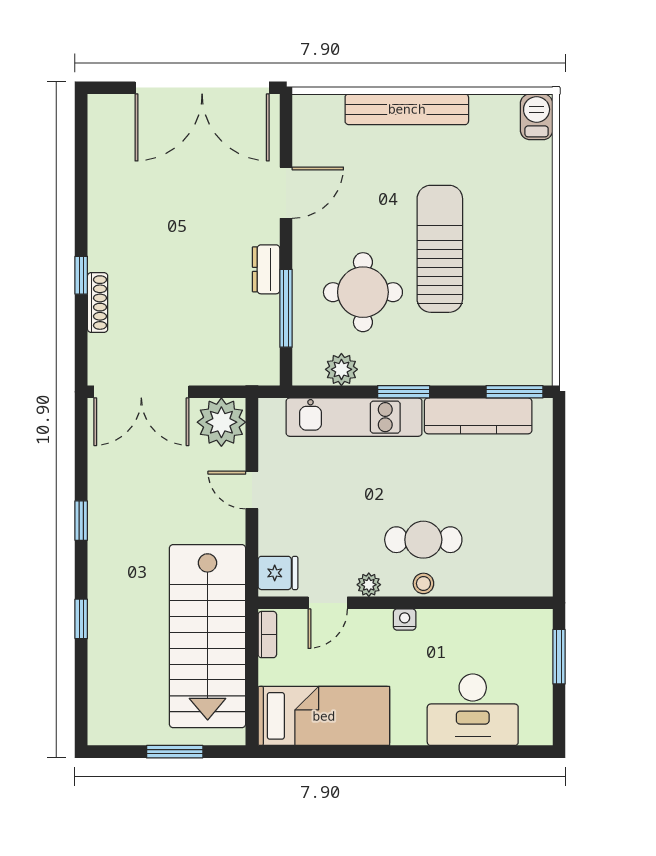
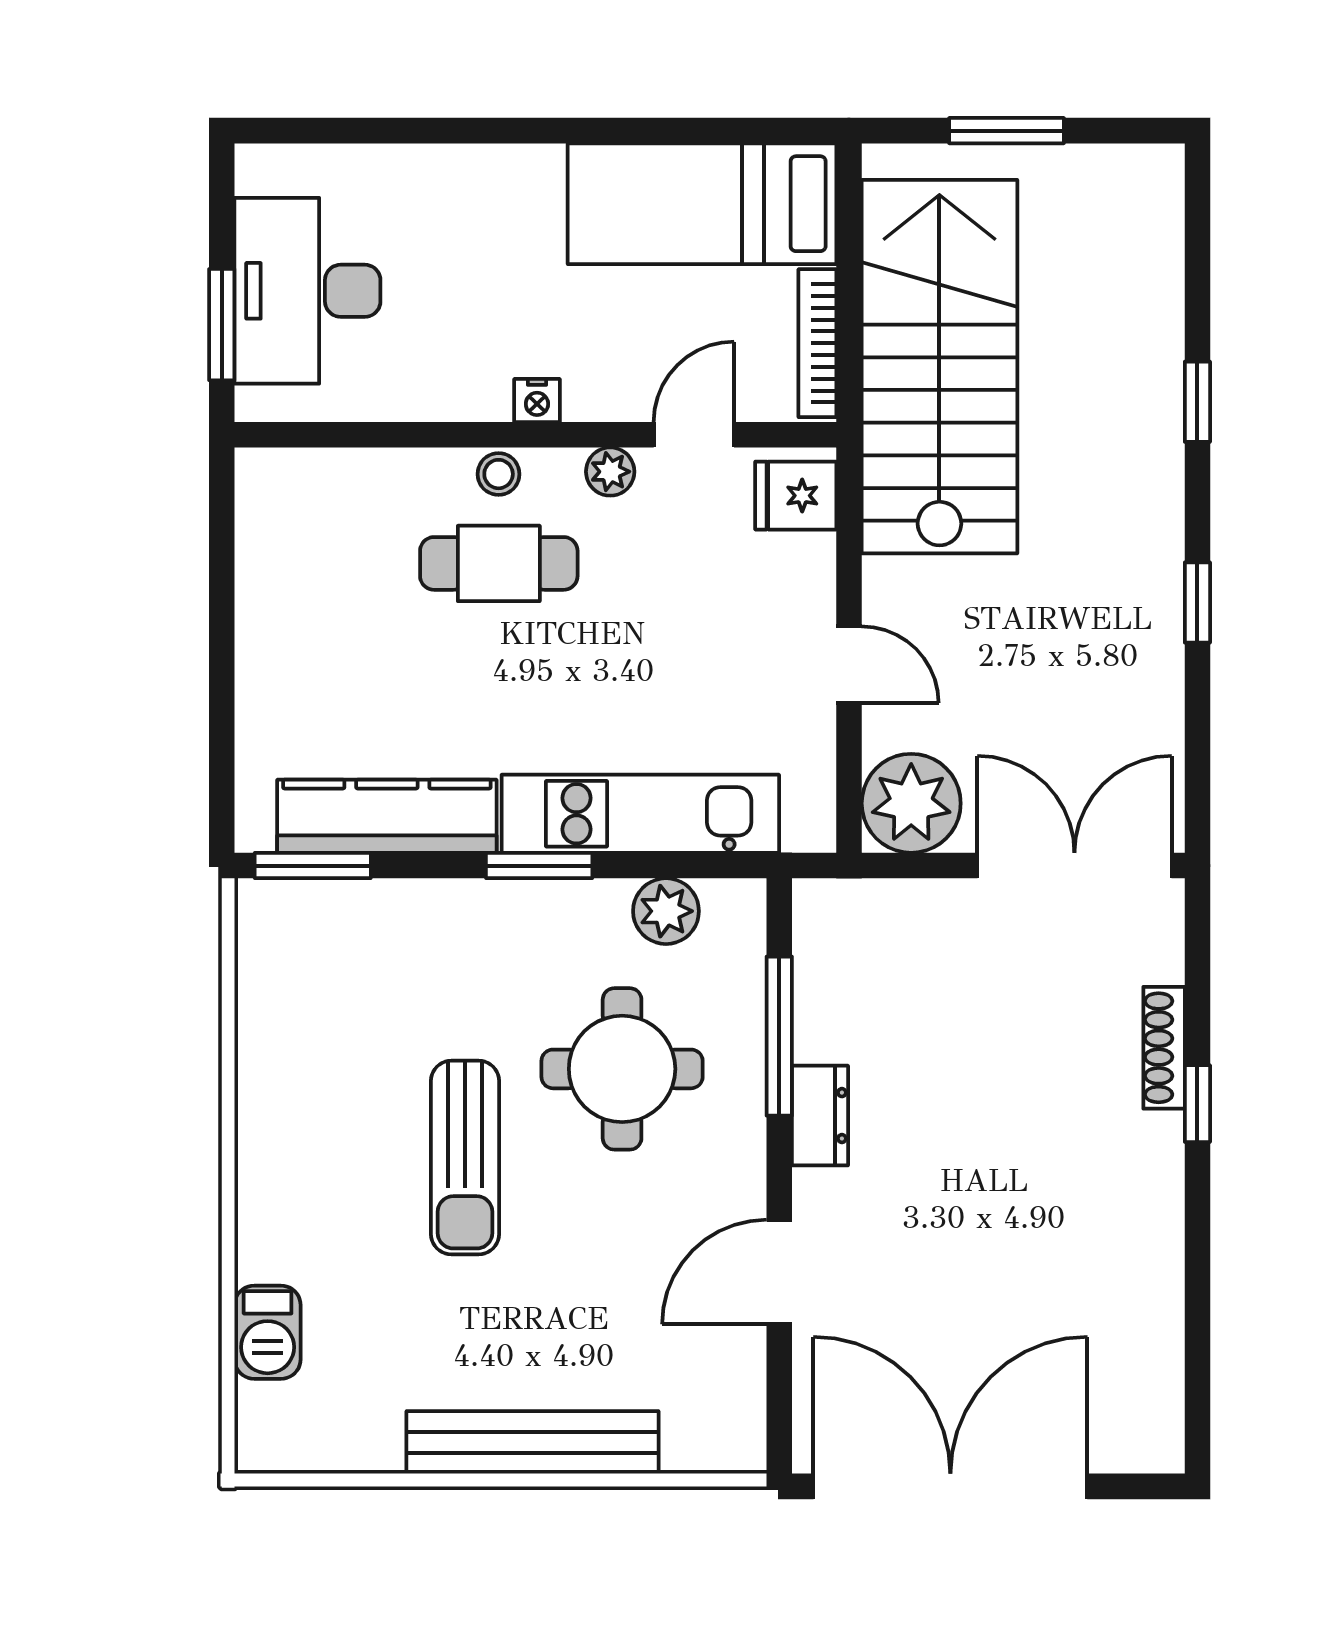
barbecue: (537, 117) -> (268, 1332), moved
sun lounger: (440, 249) -> (465, 1158), width x0.73, depth x0.75
bookcase: (267, 635) -> (817, 343), width x1.56
desk: (473, 710) -> (307, 291), moved, turned -90

